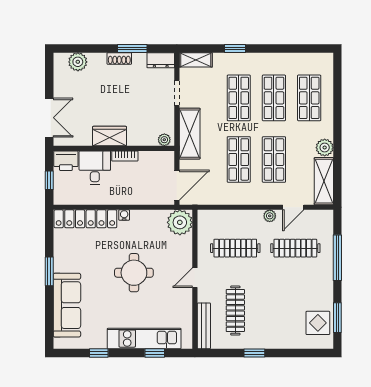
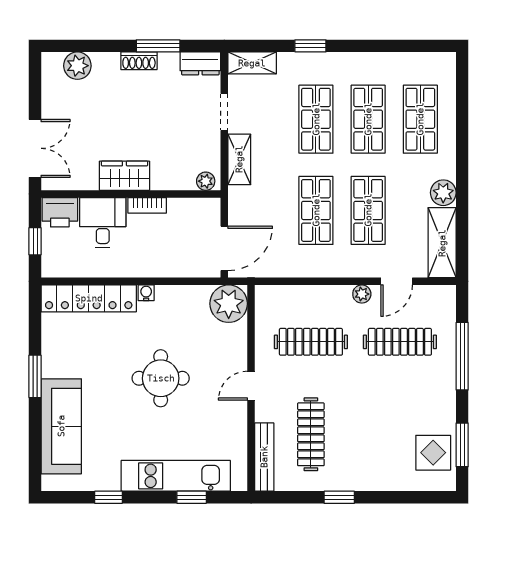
shelving: (190, 134) -> (239, 159), width x0.67, depth x0.75

